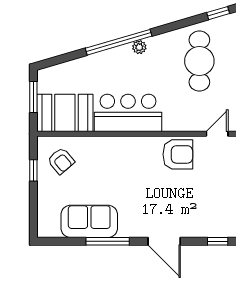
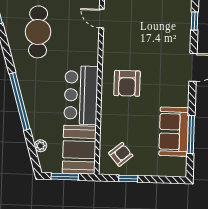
plant: (139, 47) -> (41, 146), moved
cafe table: (199, 61) -> (38, 32), turned 90
armchair: (178, 154) -> (127, 83), moved, turned 180
window: (108, 241) -> (191, 134), moved

